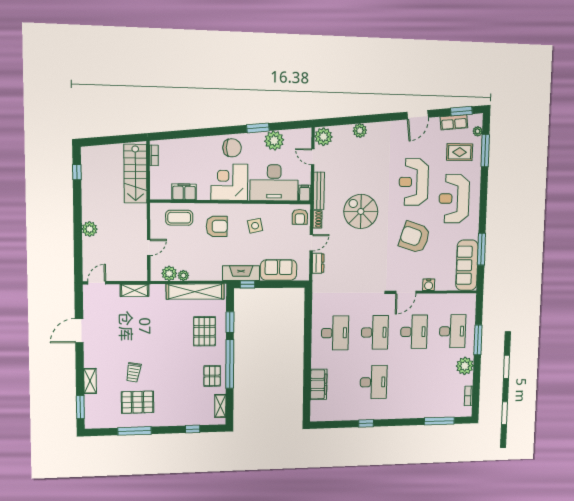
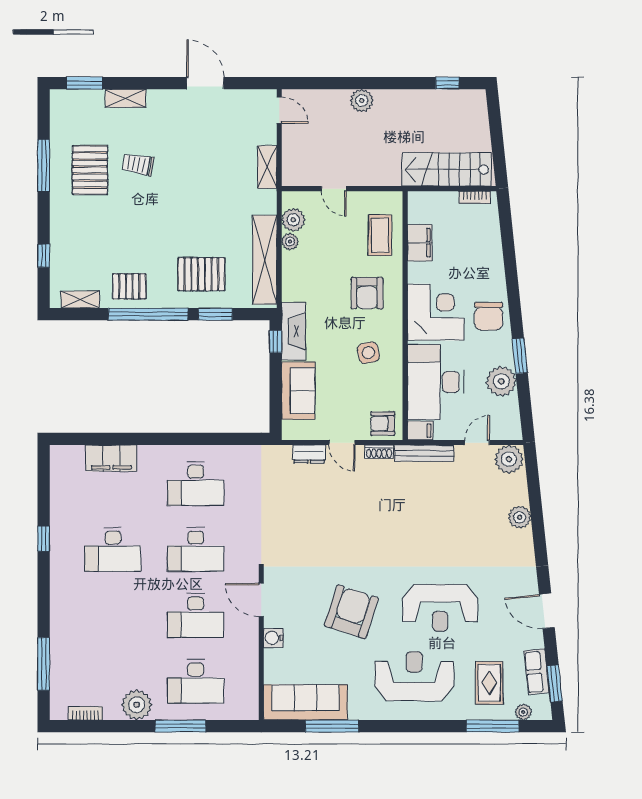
reception desk: (414, 182) -> (440, 608), turned 180
spiral stairs: (361, 211) -> (392, 522), removed

